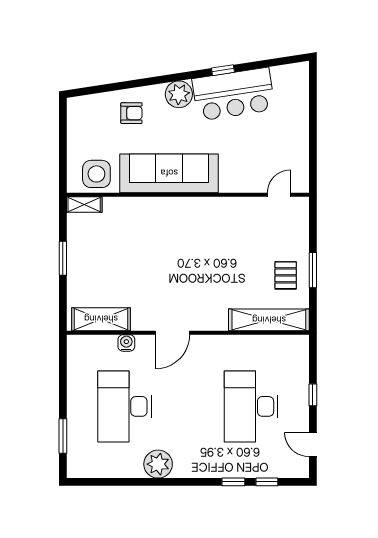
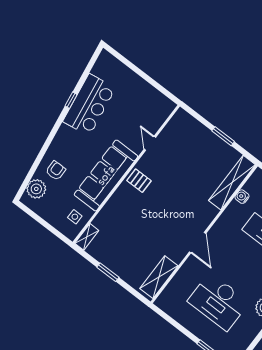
plant: (179, 94) -> (36, 189), moved
side table: (96, 174) -> (75, 217), width x0.54, depth x0.54
door: (279, 195) -> (150, 143), moved
pallet: (286, 275) -> (139, 181), moved
water cooler: (126, 343) -> (242, 197), moved

